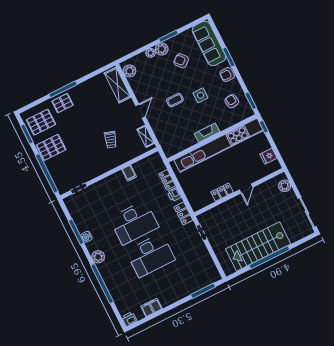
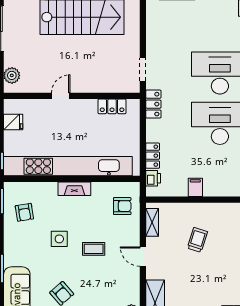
armchair: (227, 74) -> (122, 206), moved
door: (140, 111) -> (143, 257), hinge flipped
locker: (222, 192) -> (112, 106), moved
printer: (174, 195) -> (153, 178), moved

